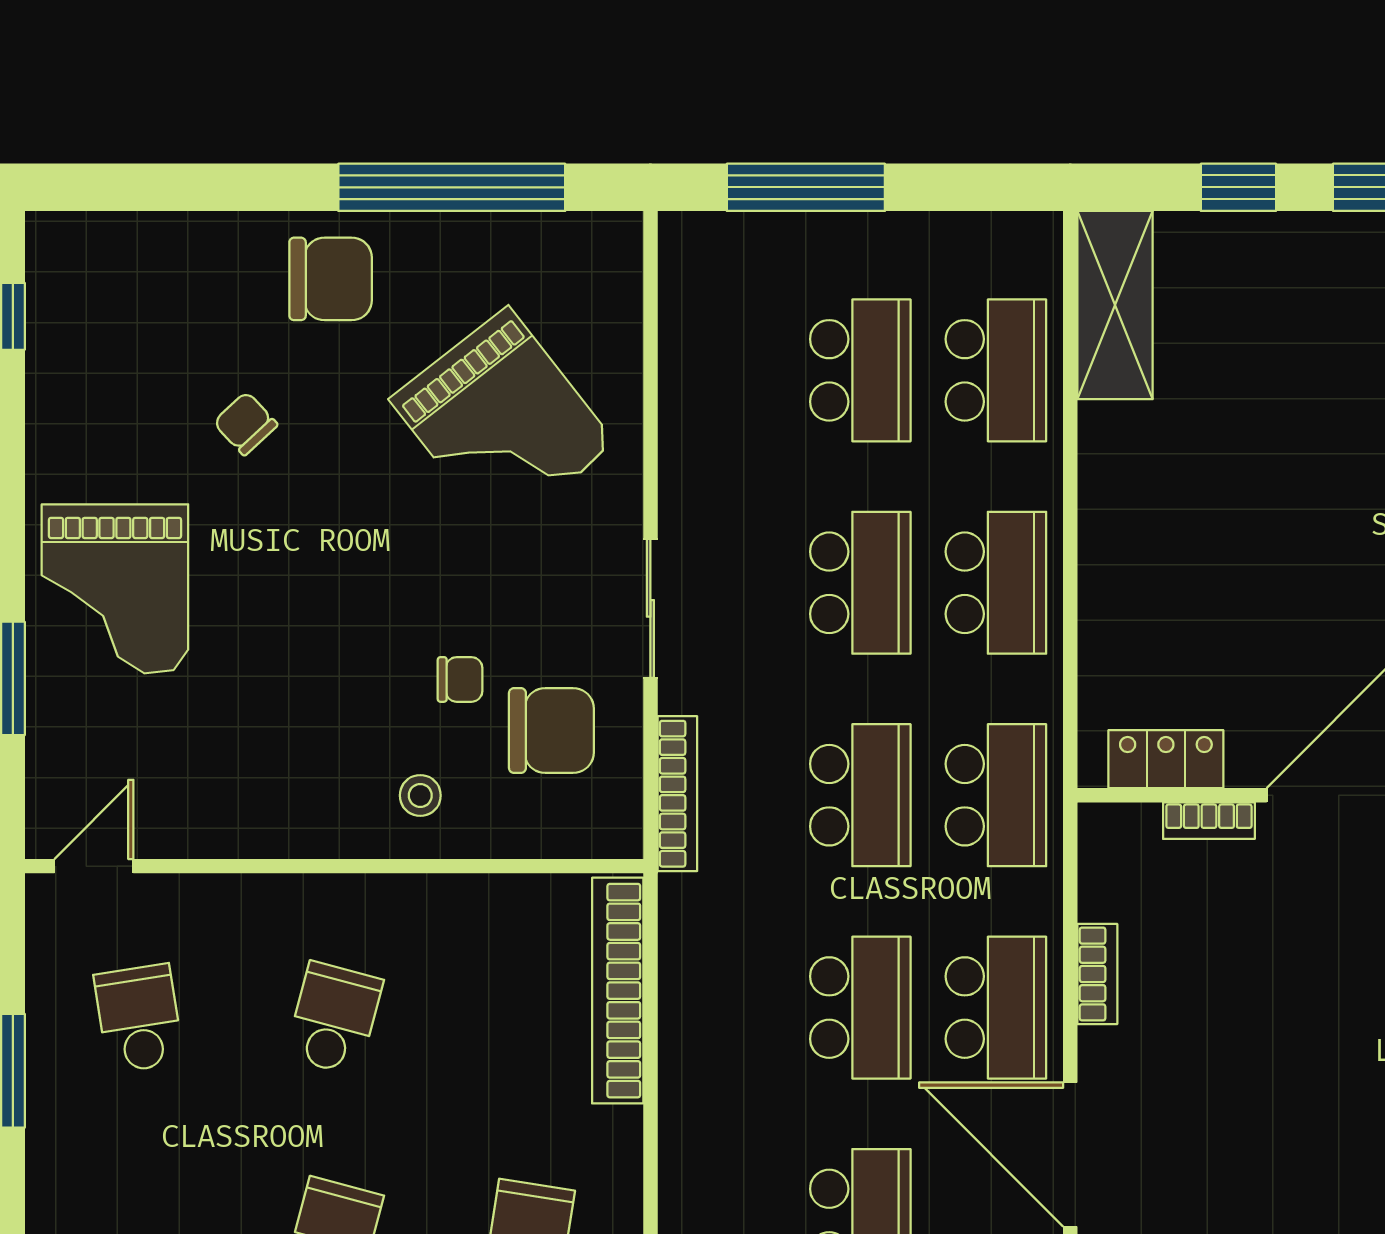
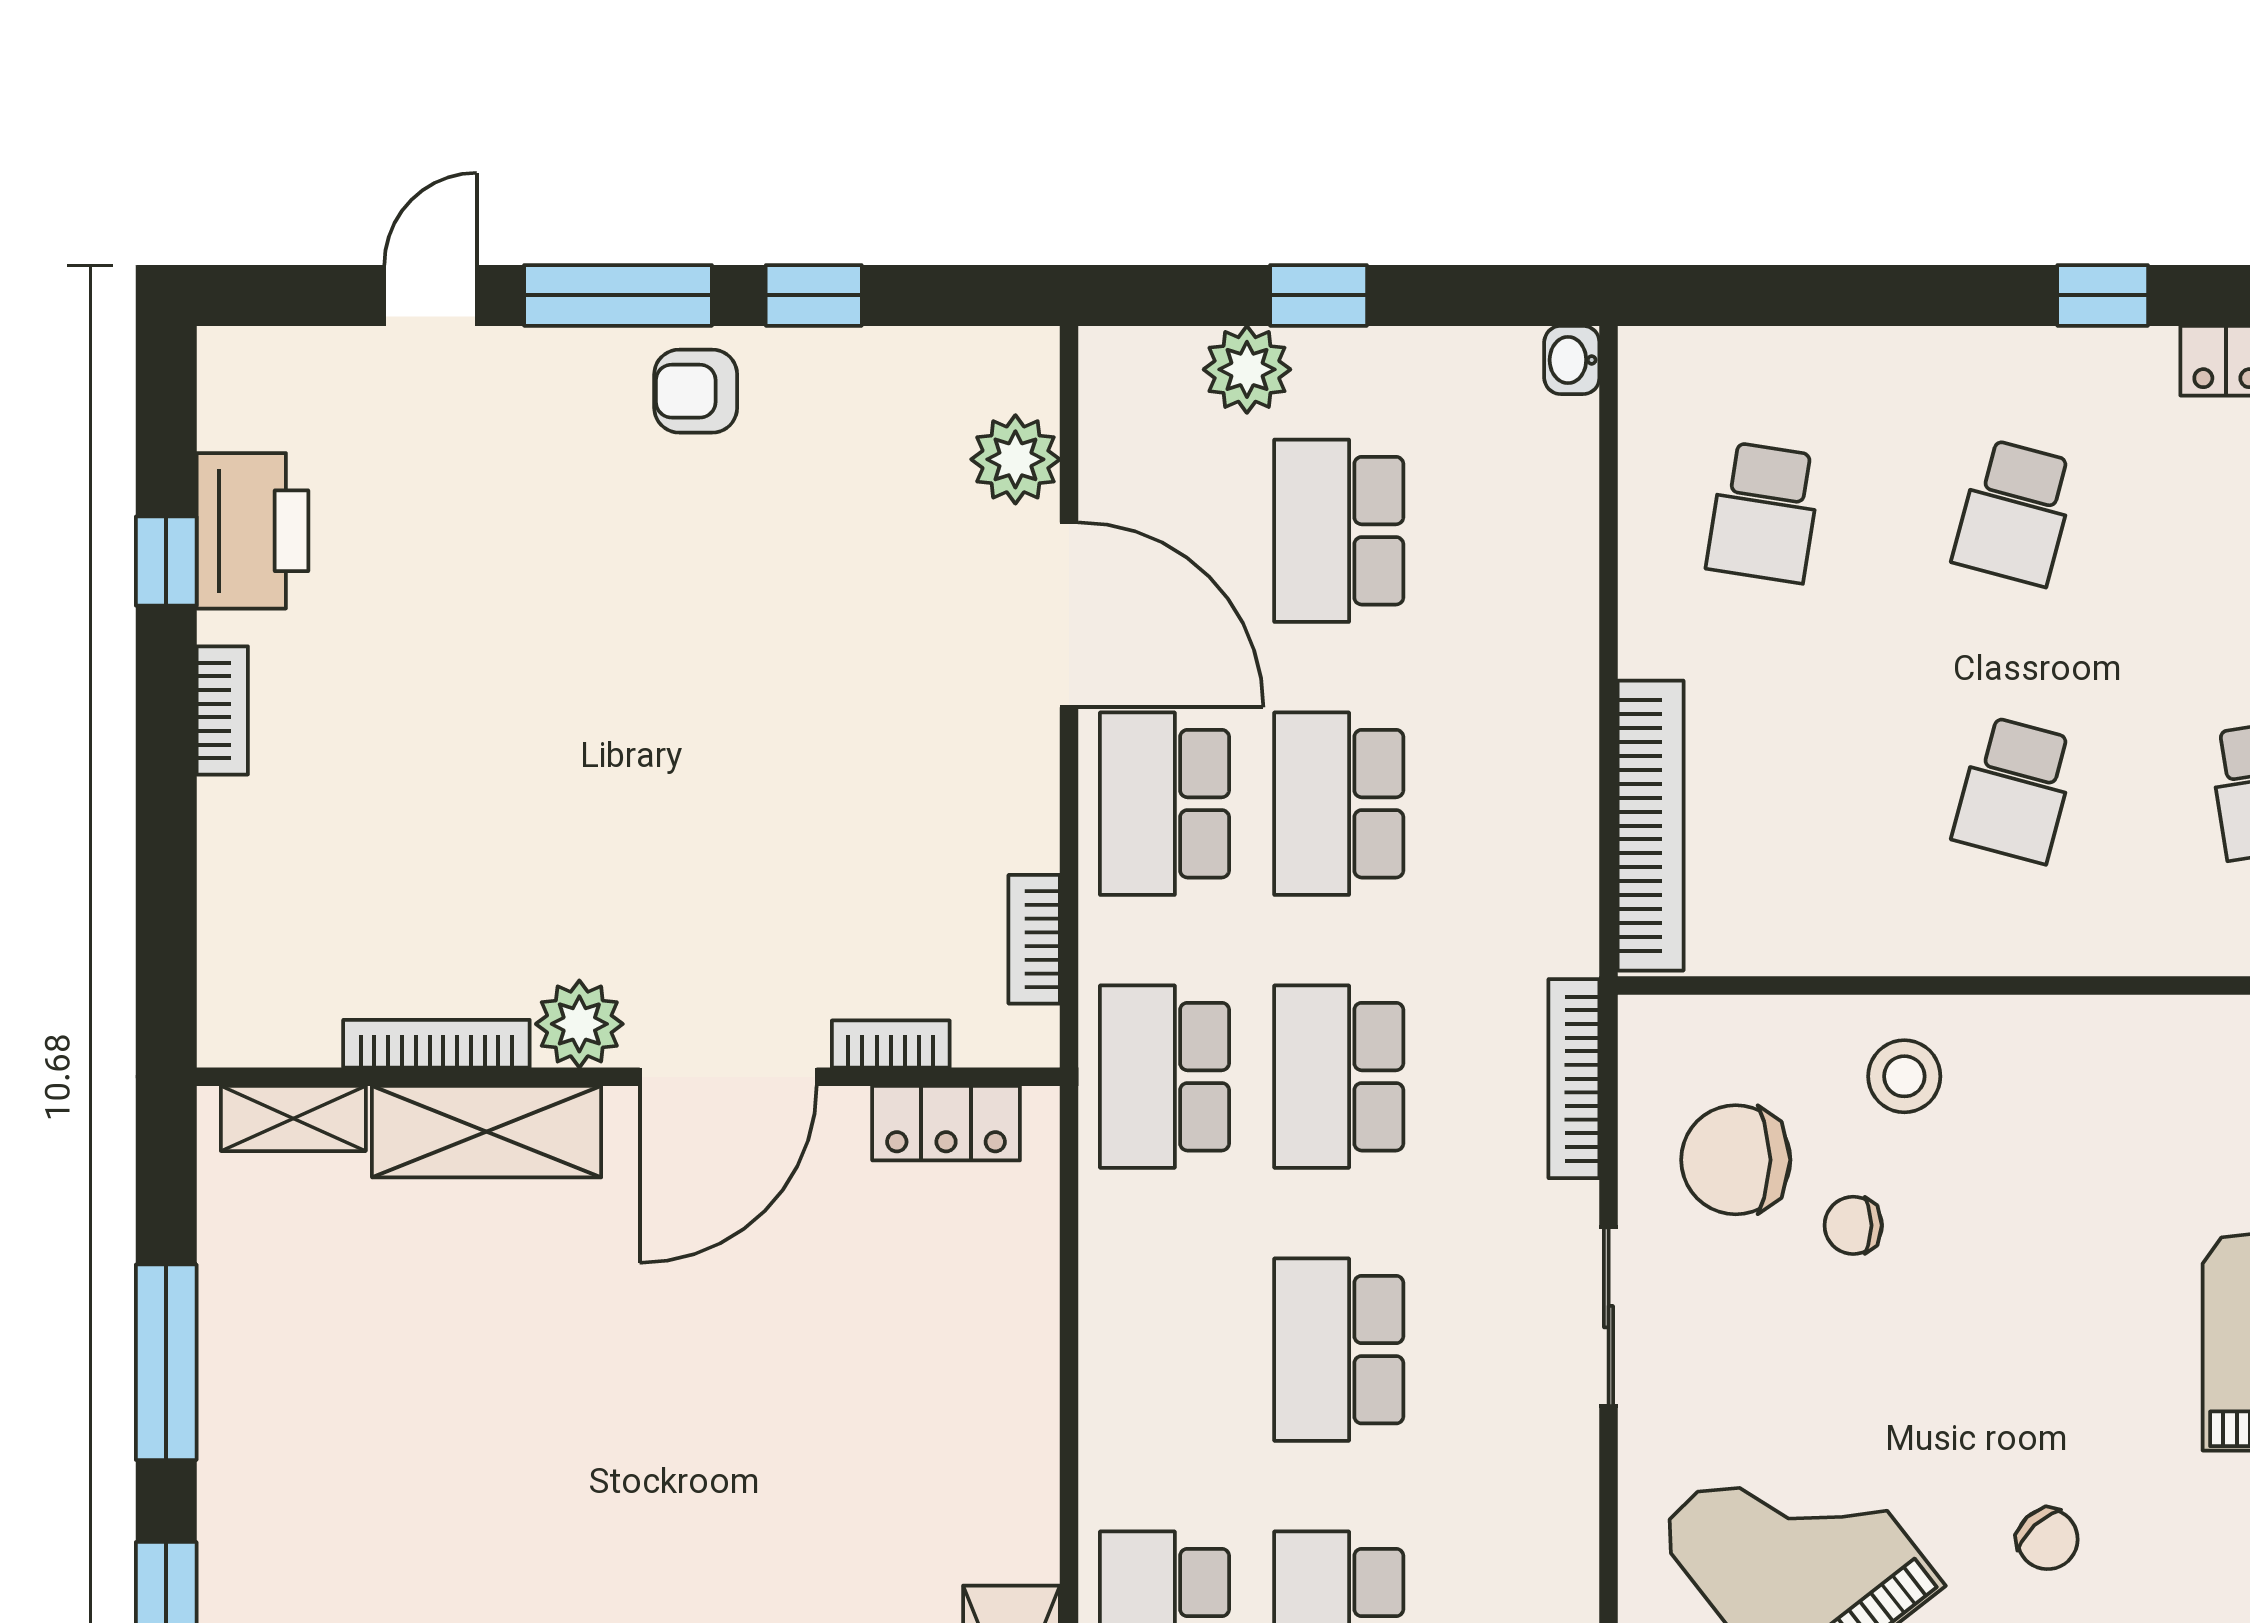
chair: (245, 424) -> (2048, 1539), moved
school desk: (996, 583) -> (1164, 1350), removed
stool: (420, 795) -> (1904, 1076), width x1.37, depth x1.37
bookcase: (1097, 974) -> (1034, 939), moved

